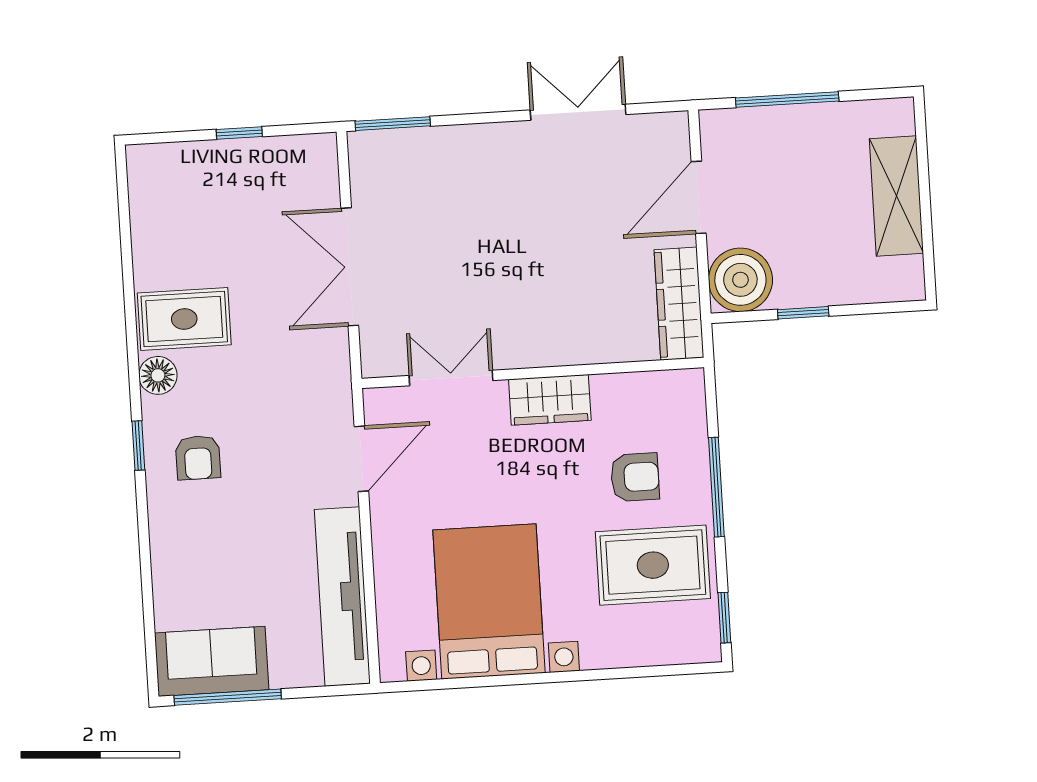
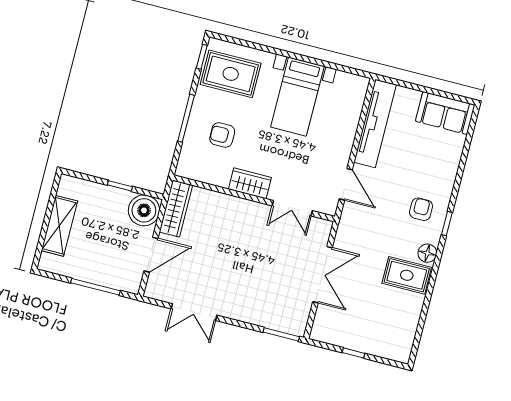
door: (361, 459) -> (346, 184), swing flipped
rug: (653, 565) -> (231, 74), moved
bed with nightstands: (489, 601) -> (297, 97), width x0.73
window: (228, 697) -> (443, 94), removed

